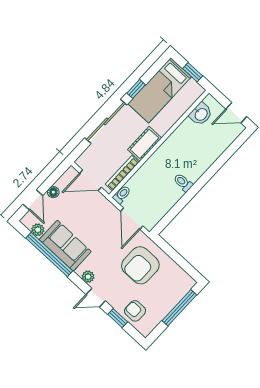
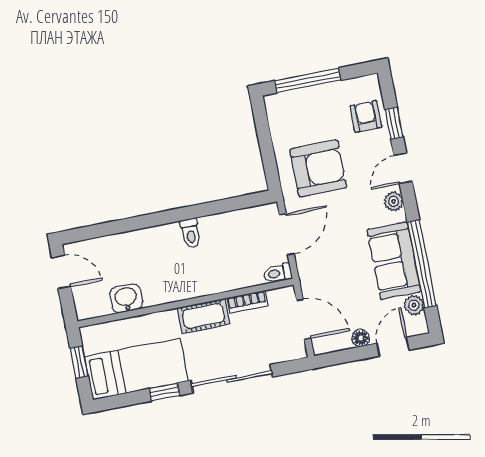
washbasin: (201, 114) -> (126, 298), moved
bookcase: (122, 173) -> (247, 302), width x0.64
door: (96, 298) -> (403, 168), swing flipped
armchair: (135, 311) -> (366, 116), turned 180

